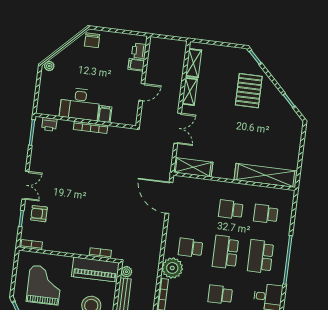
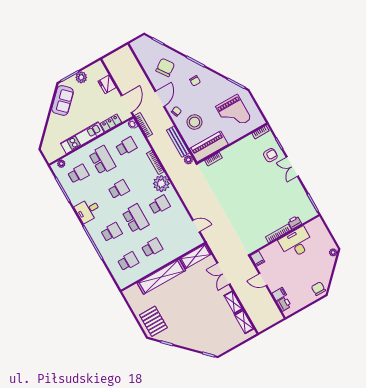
pallet: (249, 91) -> (153, 321), moved
door: (142, 92) -> (263, 279), hinge flipped
filing cabinet: (105, 114) -> (258, 259), moved
printer: (49, 124) -> (295, 222), moved
shelving: (266, 175) -> (161, 277), moved
door: (169, 198) -> (196, 226), width x0.53
school desk: (260, 256) -> (112, 232), width x0.54

